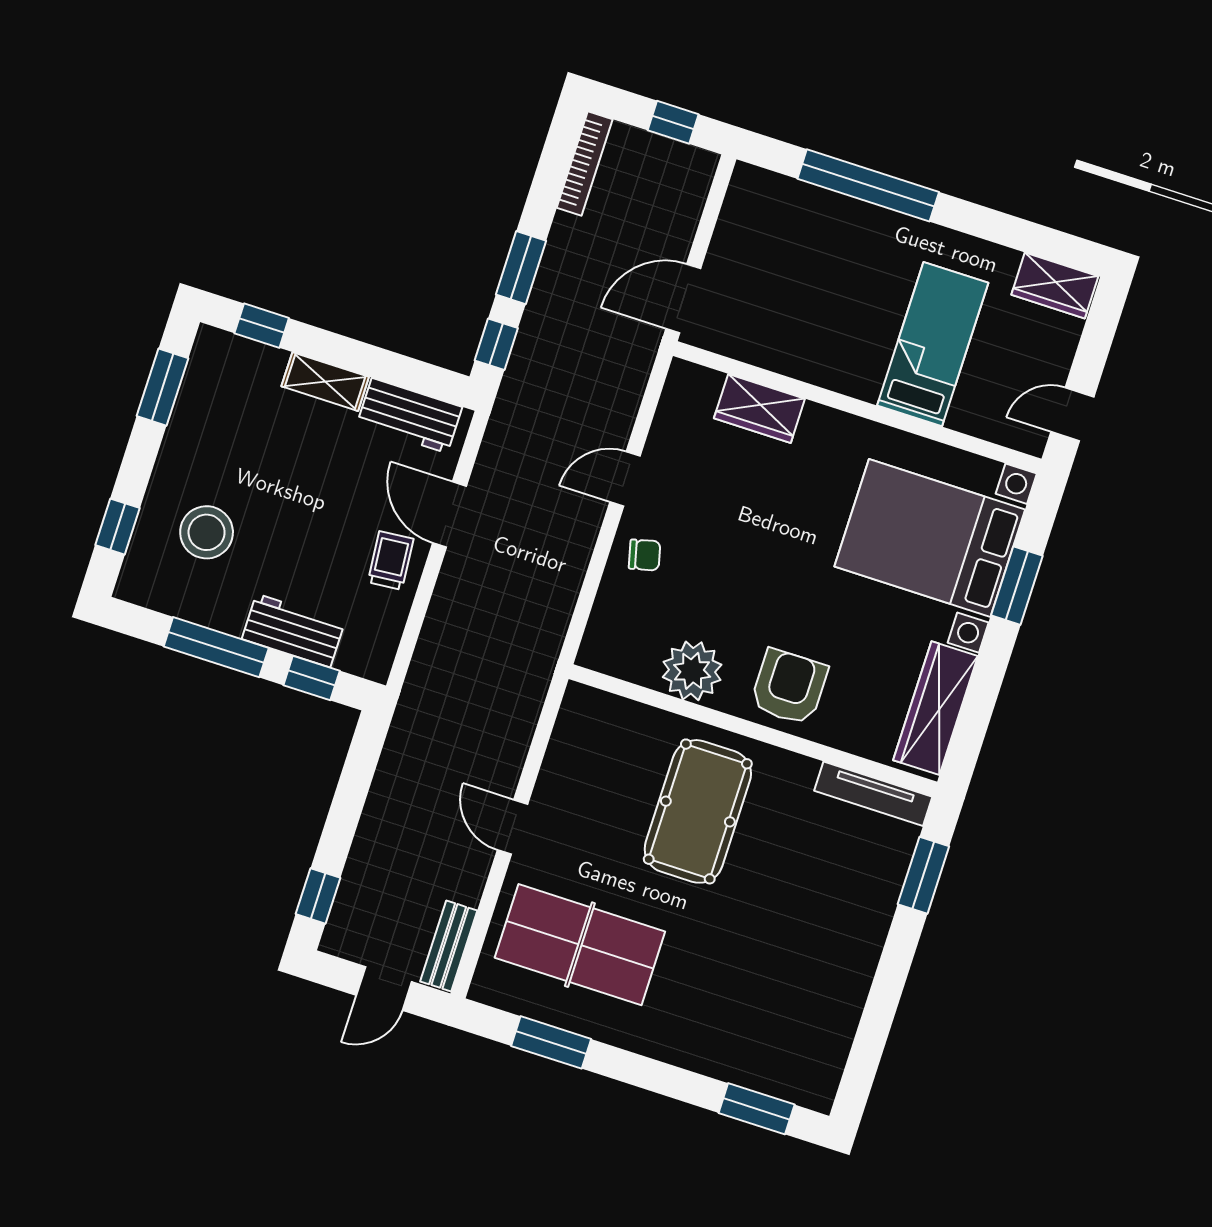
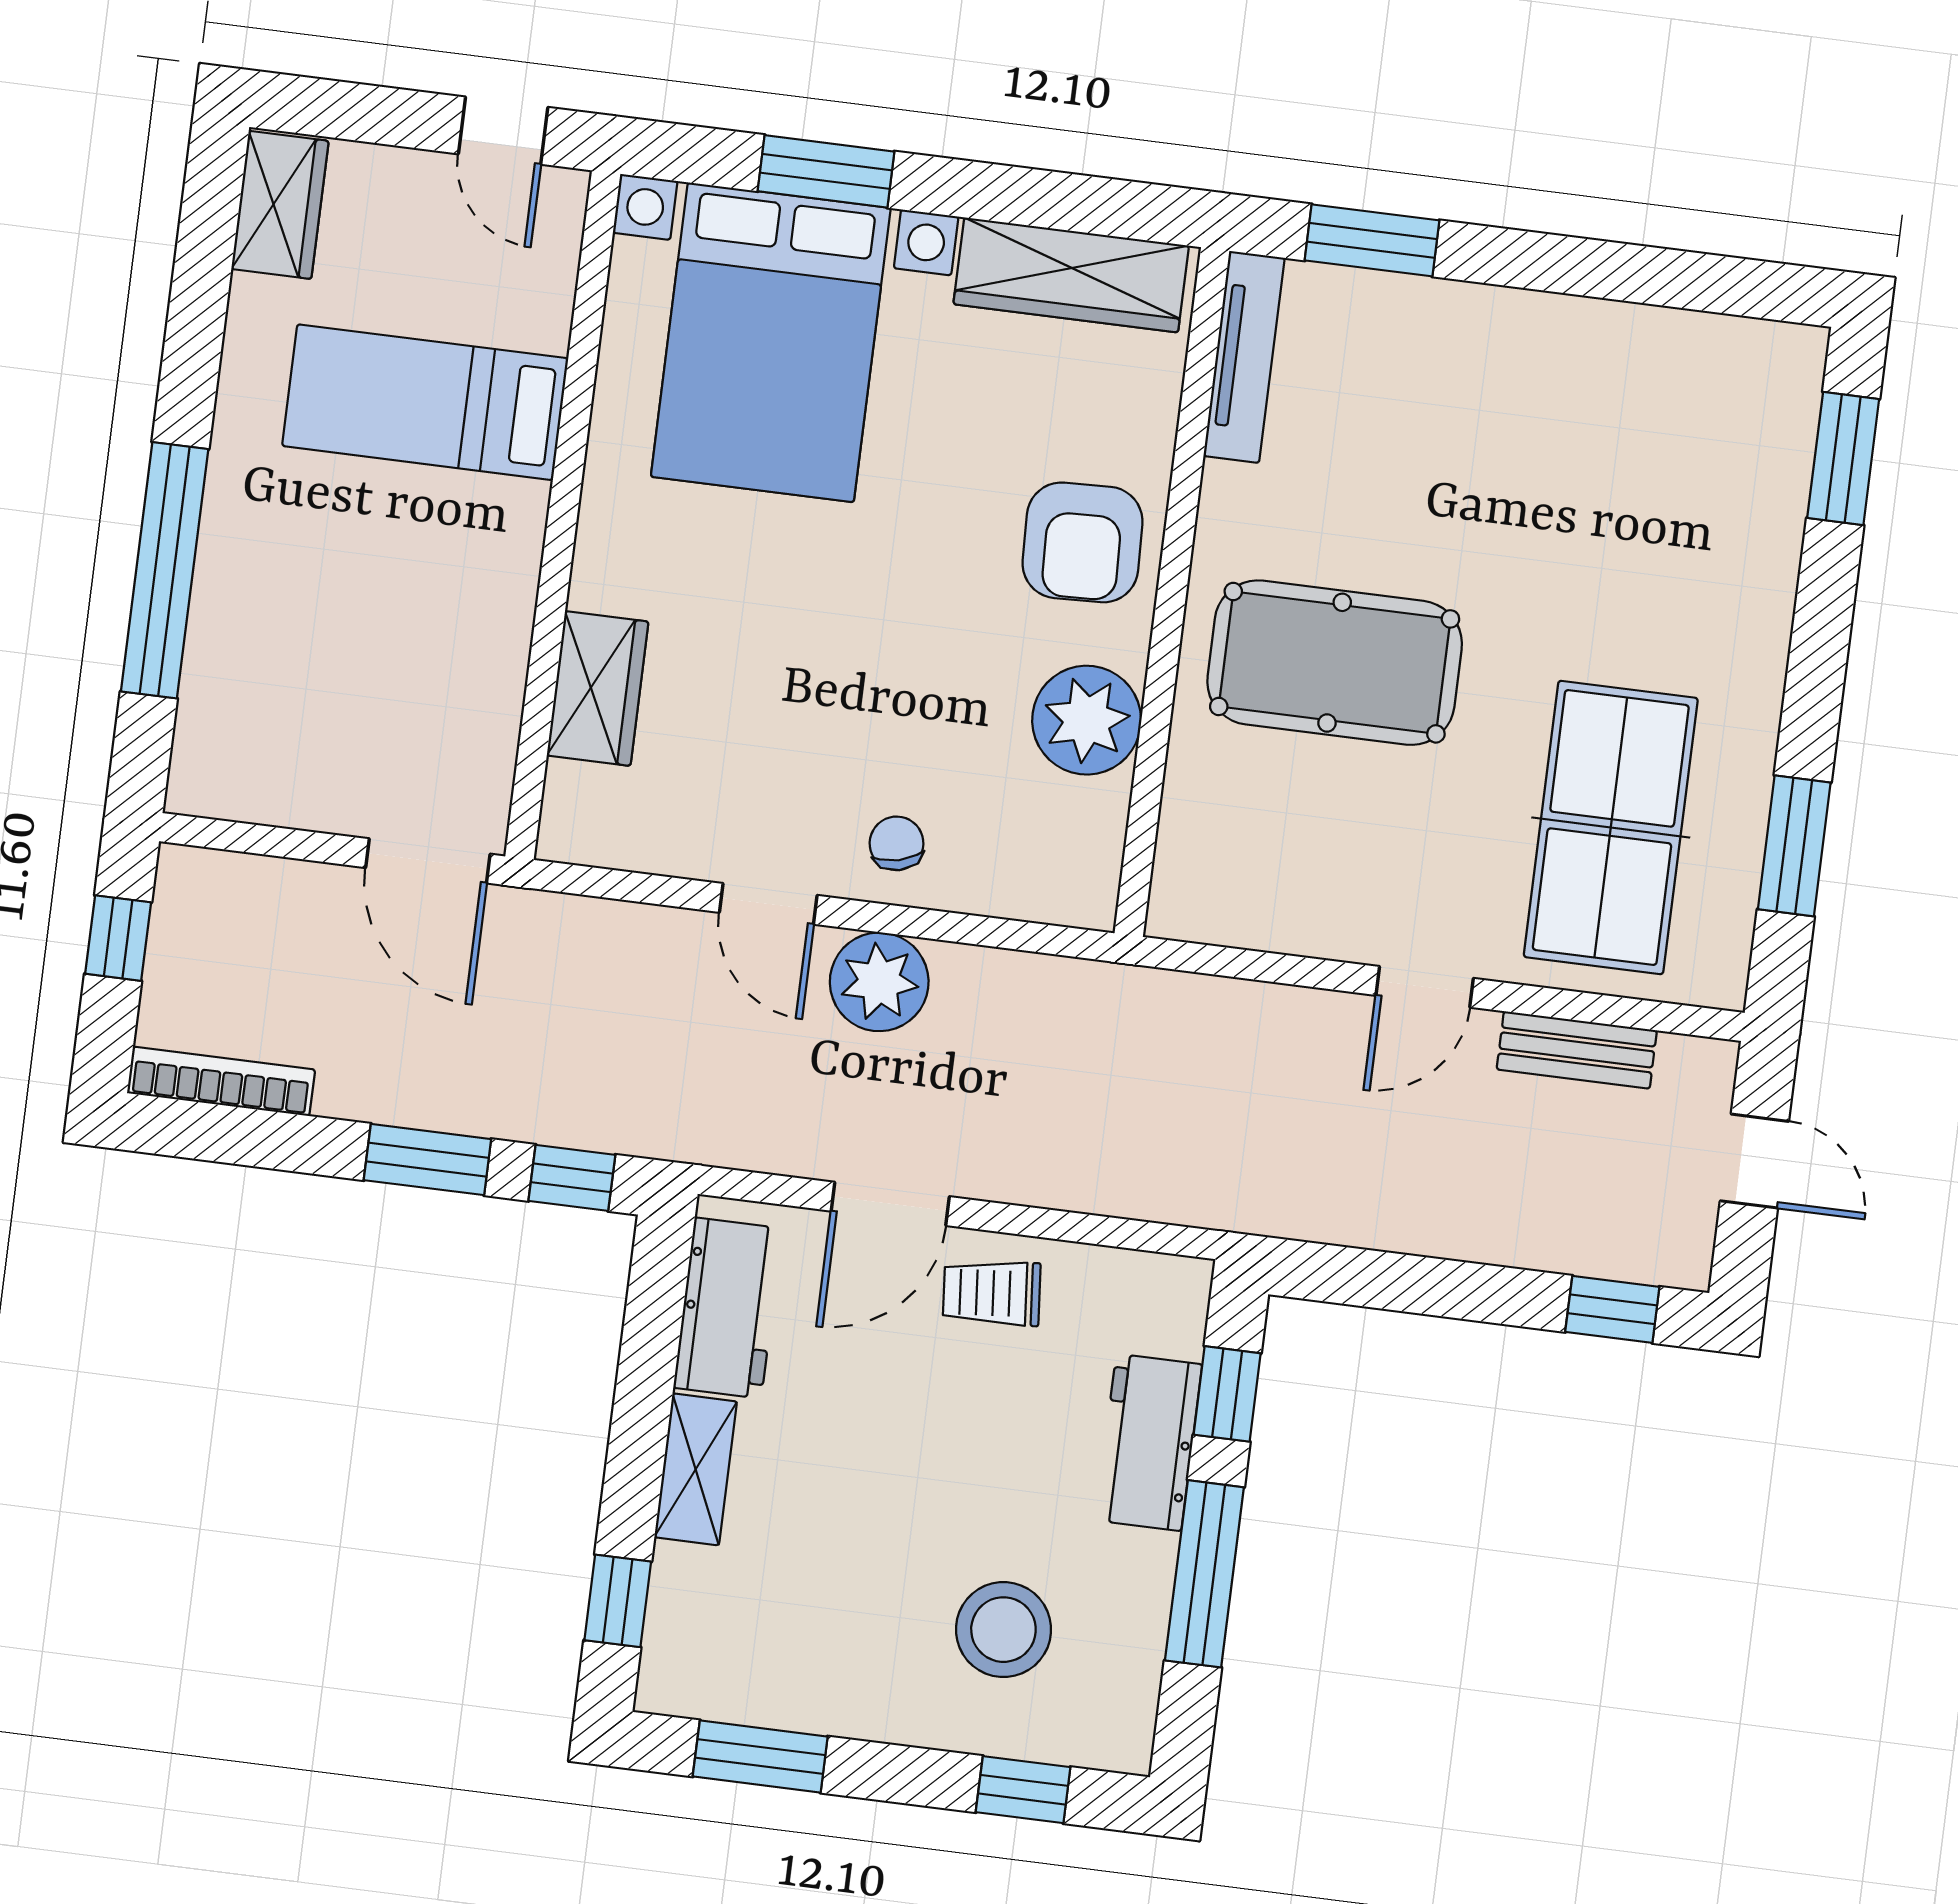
plant: (571, 531) -> (879, 982), added
armchair: (789, 687) -> (1082, 542), turned -92
bench: (449, 946) -> (1577, 1050), moved

